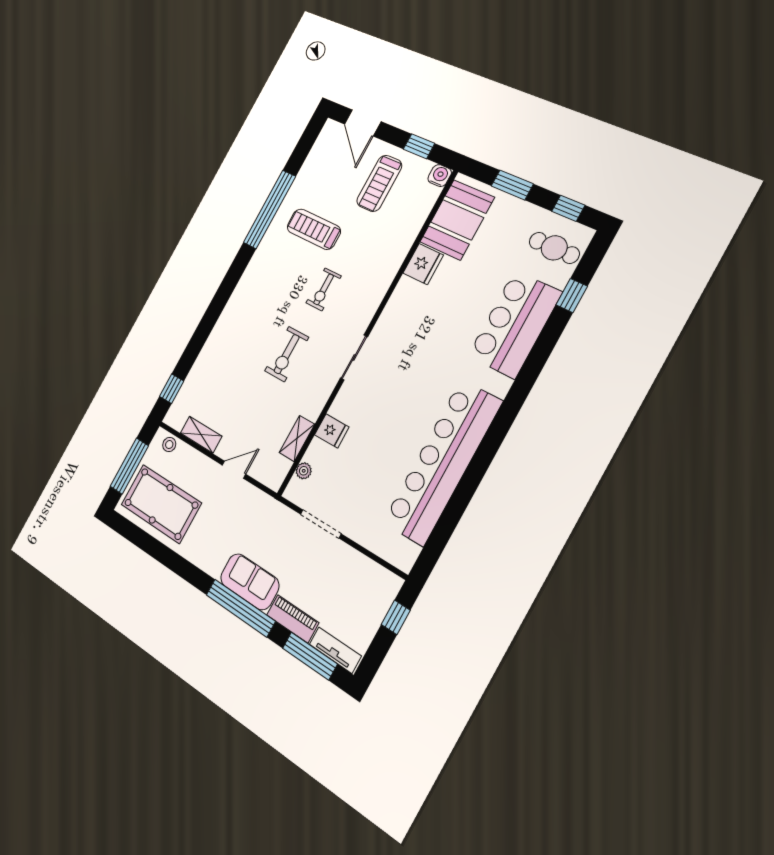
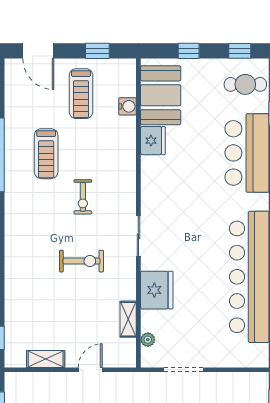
water cooler: (440, 176) -> (128, 106), moved, turned 90
window: (512, 185) -> (189, 51), width x0.67
treadmill: (314, 229) -> (46, 154), turned -90
exercise bike: (287, 354) -> (82, 261), turned -90
fridge: (332, 431) -> (157, 290), width x1.88, depth x1.34
stool: (169, 445) -> (22, 381), removed

